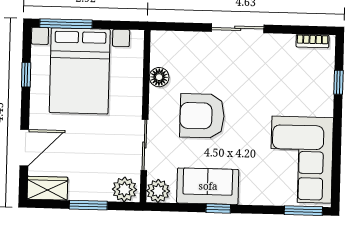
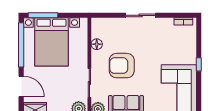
window: (26, 75) -> (21, 45), width x3.17
window: (338, 82) -> (199, 64), moved
door: (24, 148) -> (21, 86), hinge flipped

